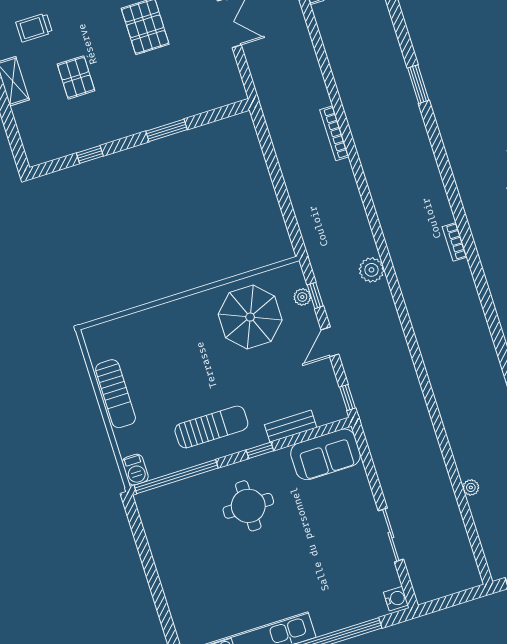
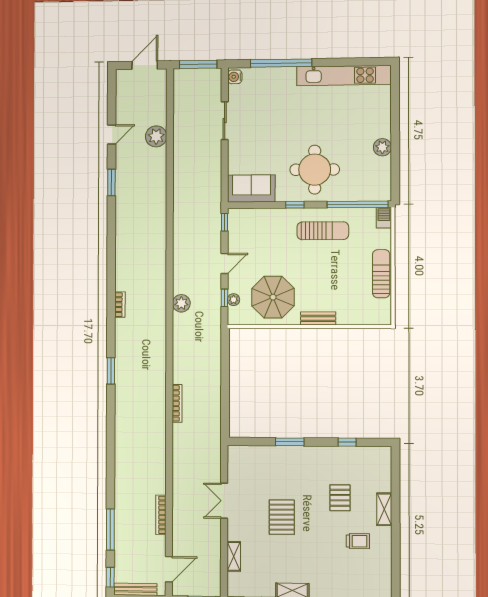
window: (418, 84) -> (111, 371), moved
bench: (291, 426) -> (318, 318), moved
sun lounger: (211, 427) -> (323, 231), turned 180
plant: (471, 487) -> (156, 136), width x1.87, depth x1.87
round table: (248, 506) -> (315, 170), width x1.36, depth x1.36
plant: (167, 564) -> (382, 147), added
window: (451, 600) -> (198, 64), added

